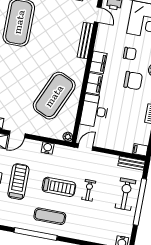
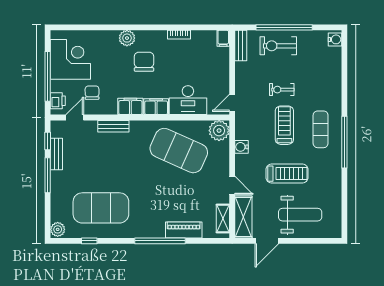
bench: (85, 40) -> (113, 126), width x0.73
chair: (130, 54) -> (92, 93), moved
plant: (68, 137) -> (219, 131), width x1.87, depth x1.87
door: (85, 147) -> (232, 103), hinge flipped
treadmill: (18, 182) -> (287, 174), turned 180

